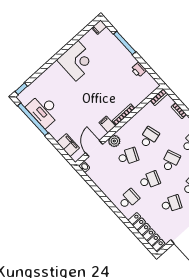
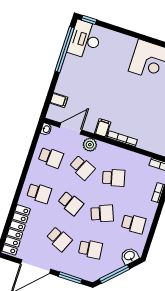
desk: (44, 110) -> (85, 40), moved
filing cabinet: (68, 145) -> (59, 100), width x0.50
school desk: (107, 175) -> (51, 157), added

